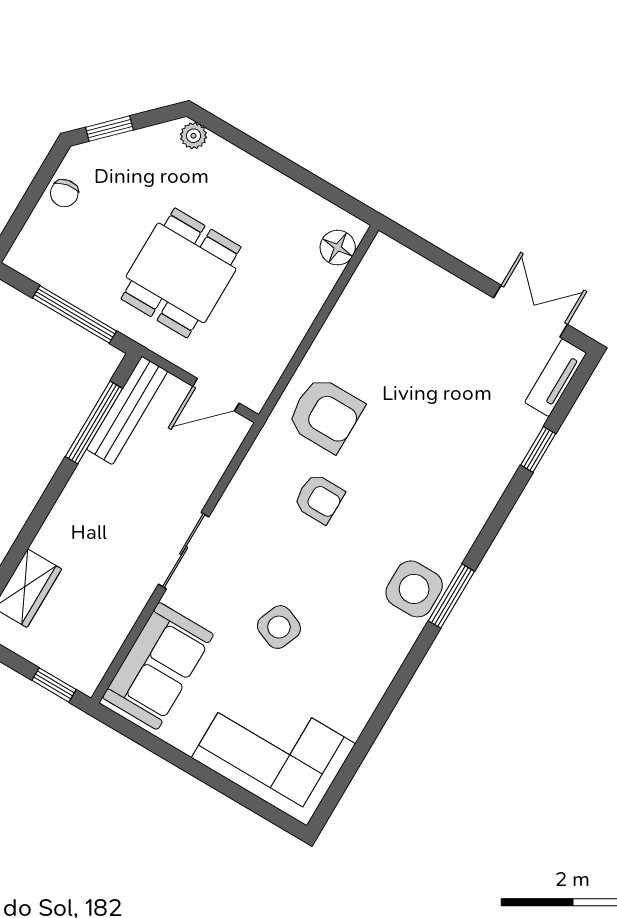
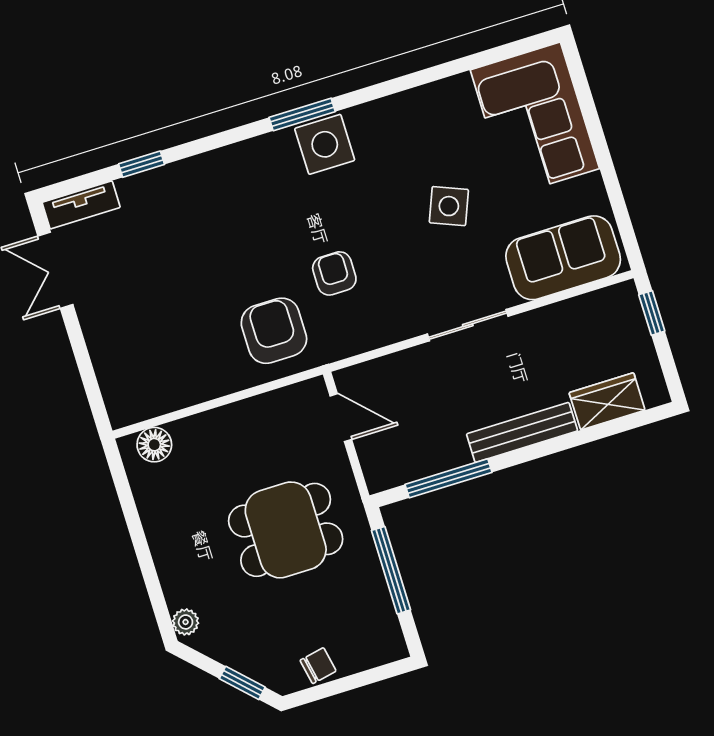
bench: (127, 410) -> (522, 432), moved

